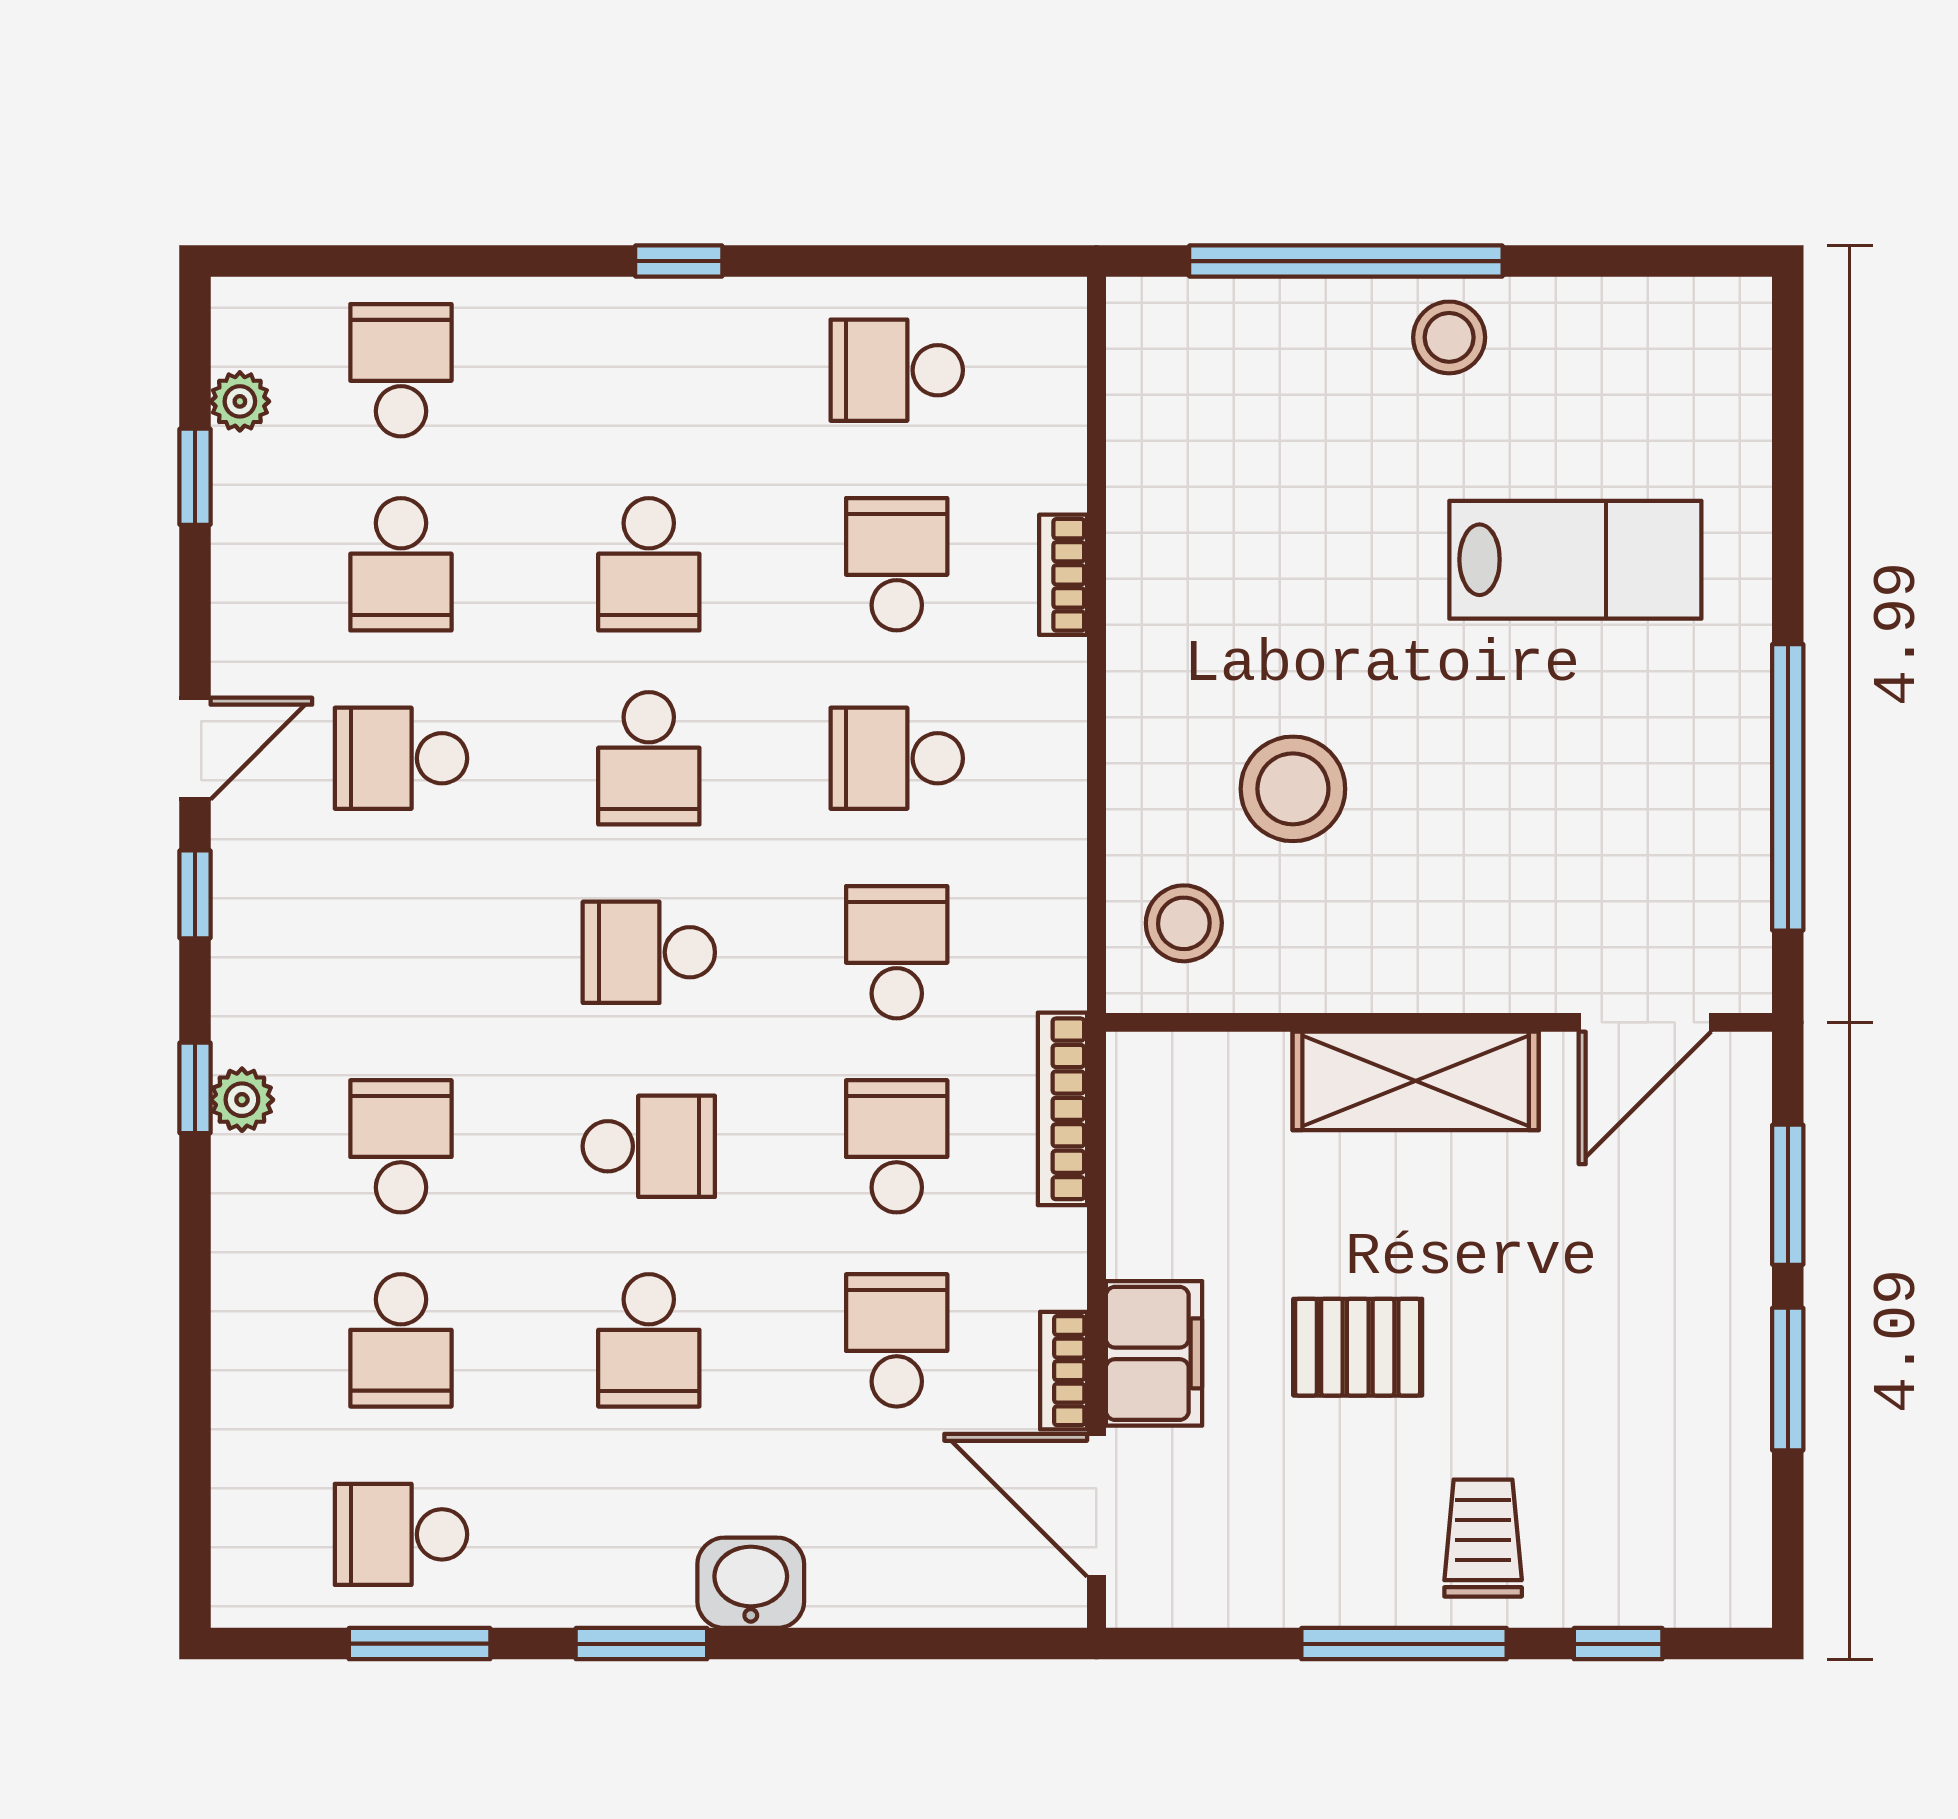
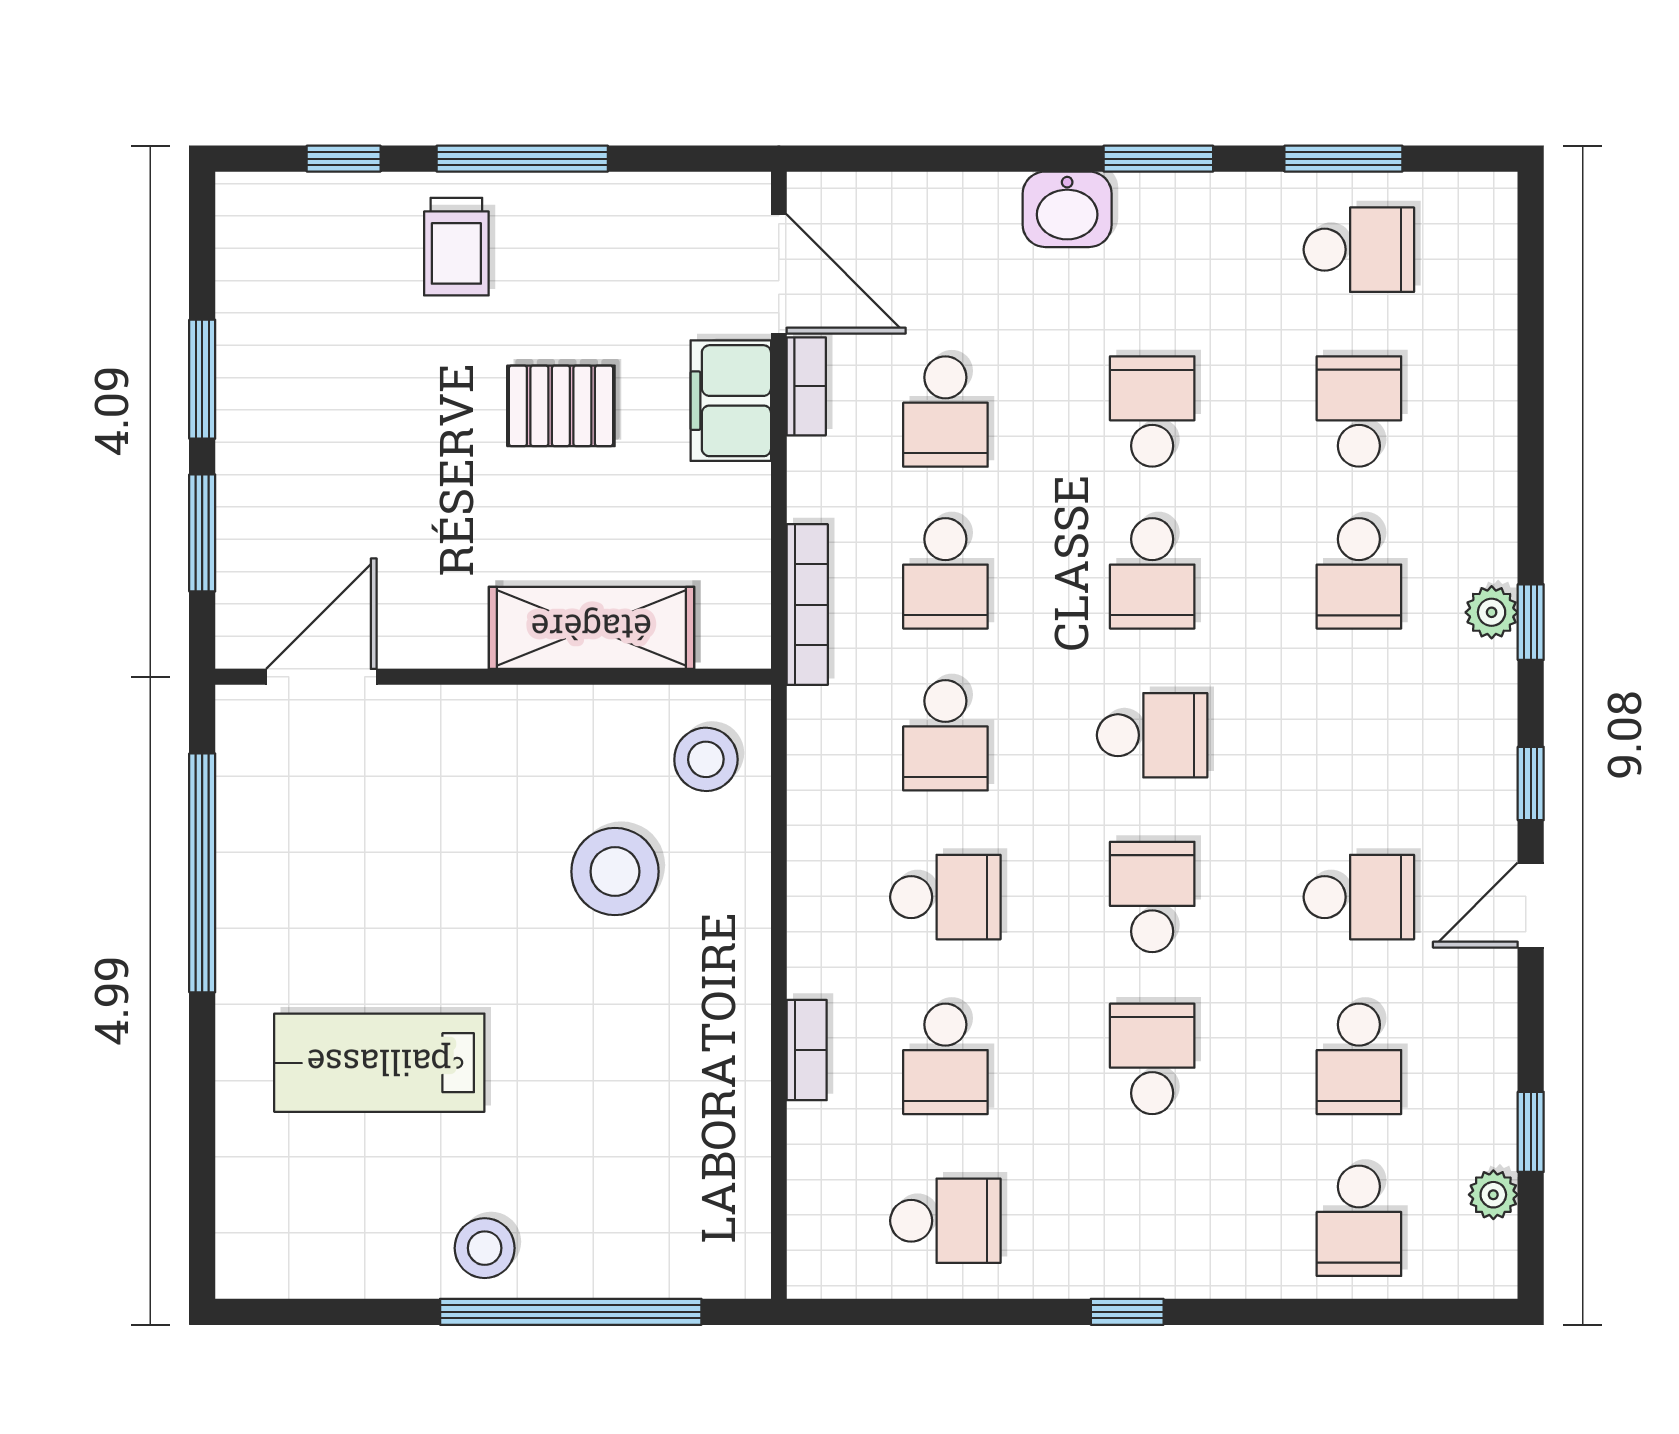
school desk: (401, 564) -> (1359, 1059), turned 180
shelving: (1416, 1081) -> (591, 628), moved
school desk: (649, 1146) -> (1152, 573), turned -90

